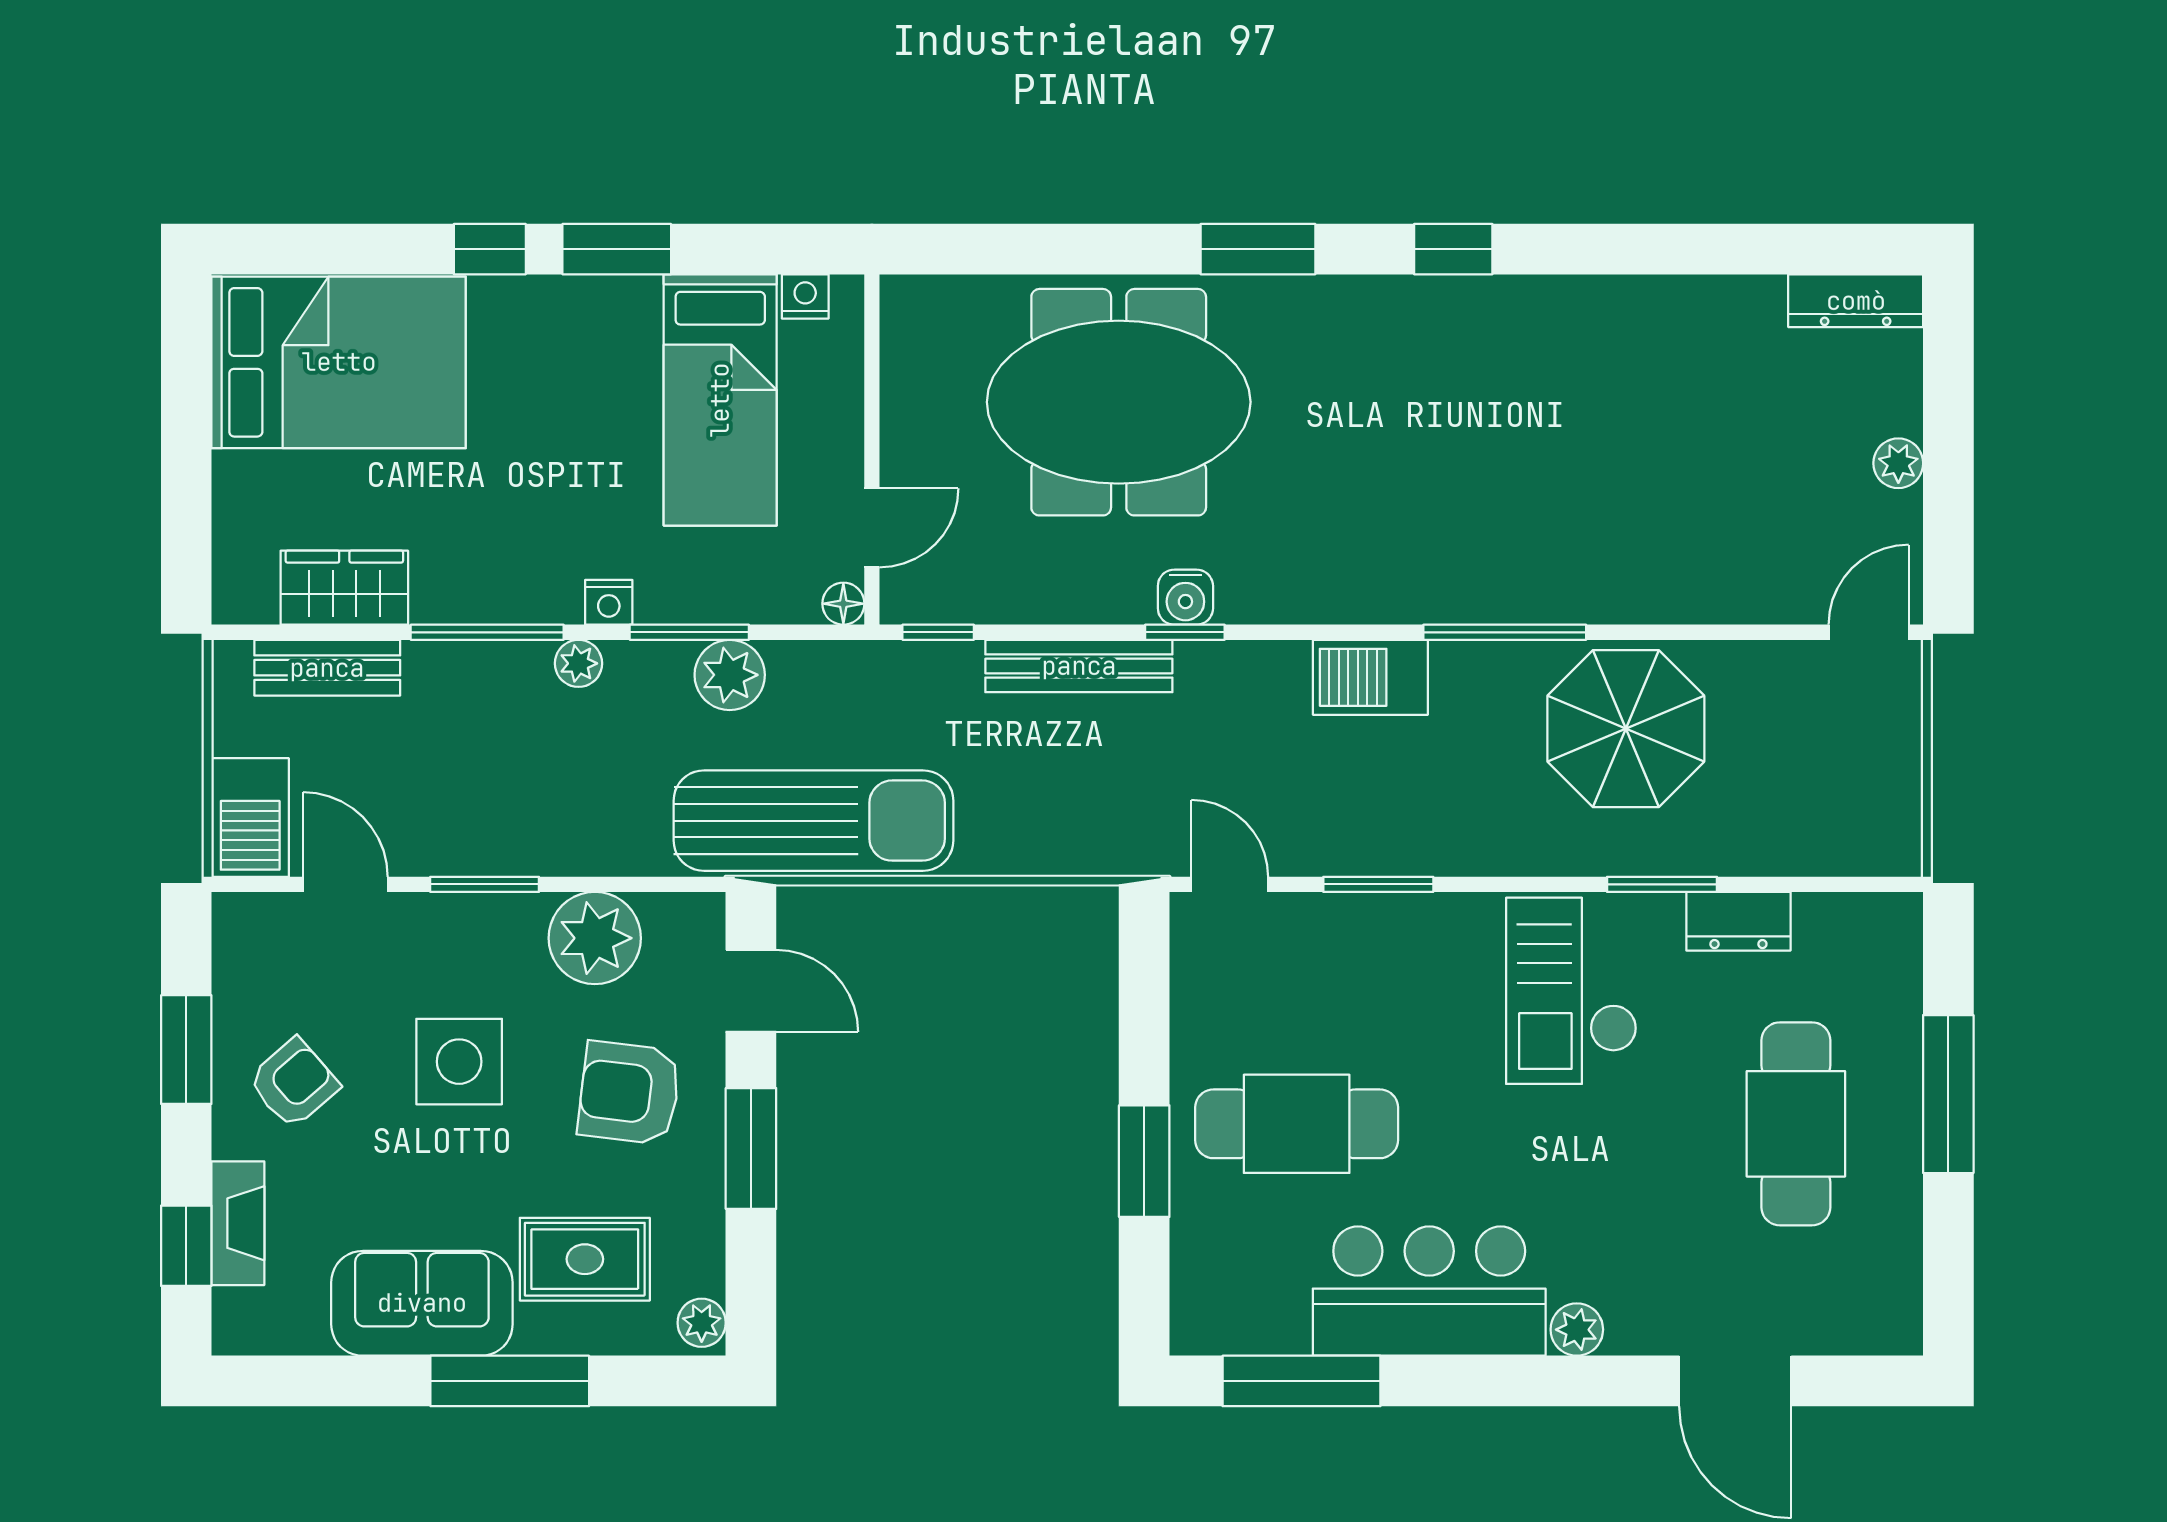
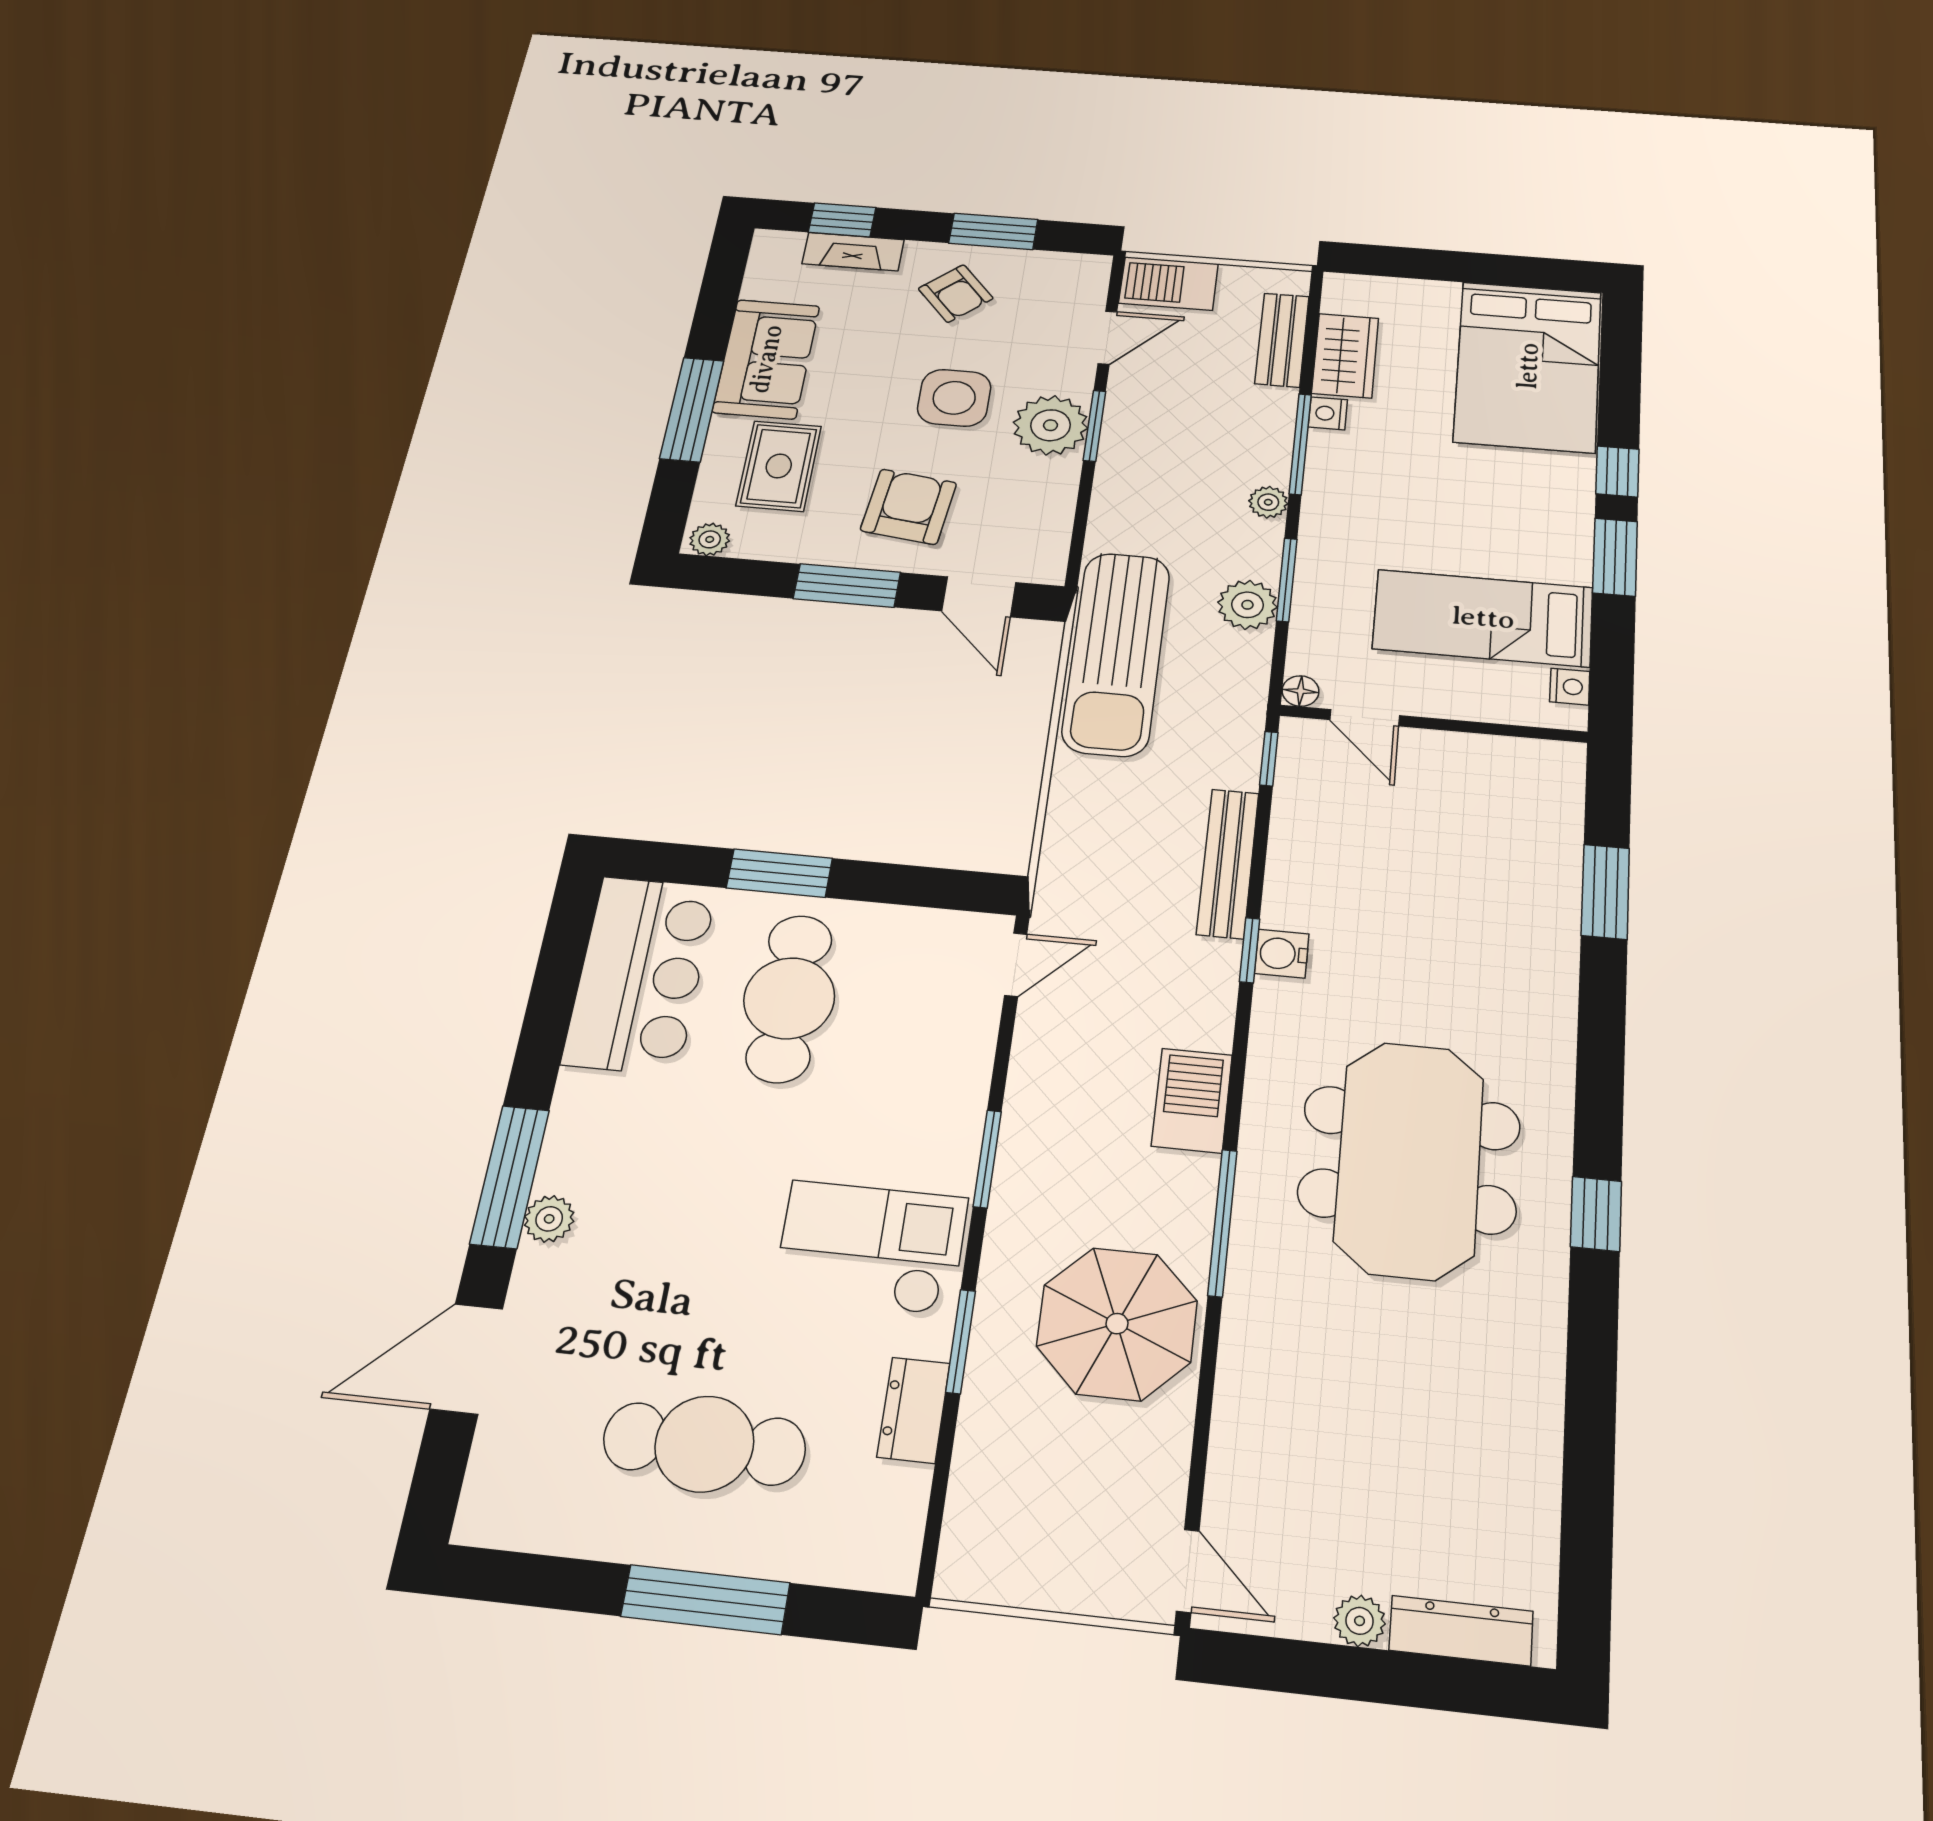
window: (1258, 249) -> (1605, 892), moved
dresser: (1856, 301) -> (1461, 1631), moved, turned 90
meeting table: (1119, 402) -> (1409, 1159), moved
nightstand: (609, 602) -> (1328, 413), moved
window: (1378, 884) -> (987, 1159), moved
plant: (595, 938) -> (1051, 425), moved
door: (751, 991) -> (979, 597), hinge flipped
bar counter: (1429, 1291) -> (640, 975), moved
window: (1301, 1381) -> (510, 1177), moved

